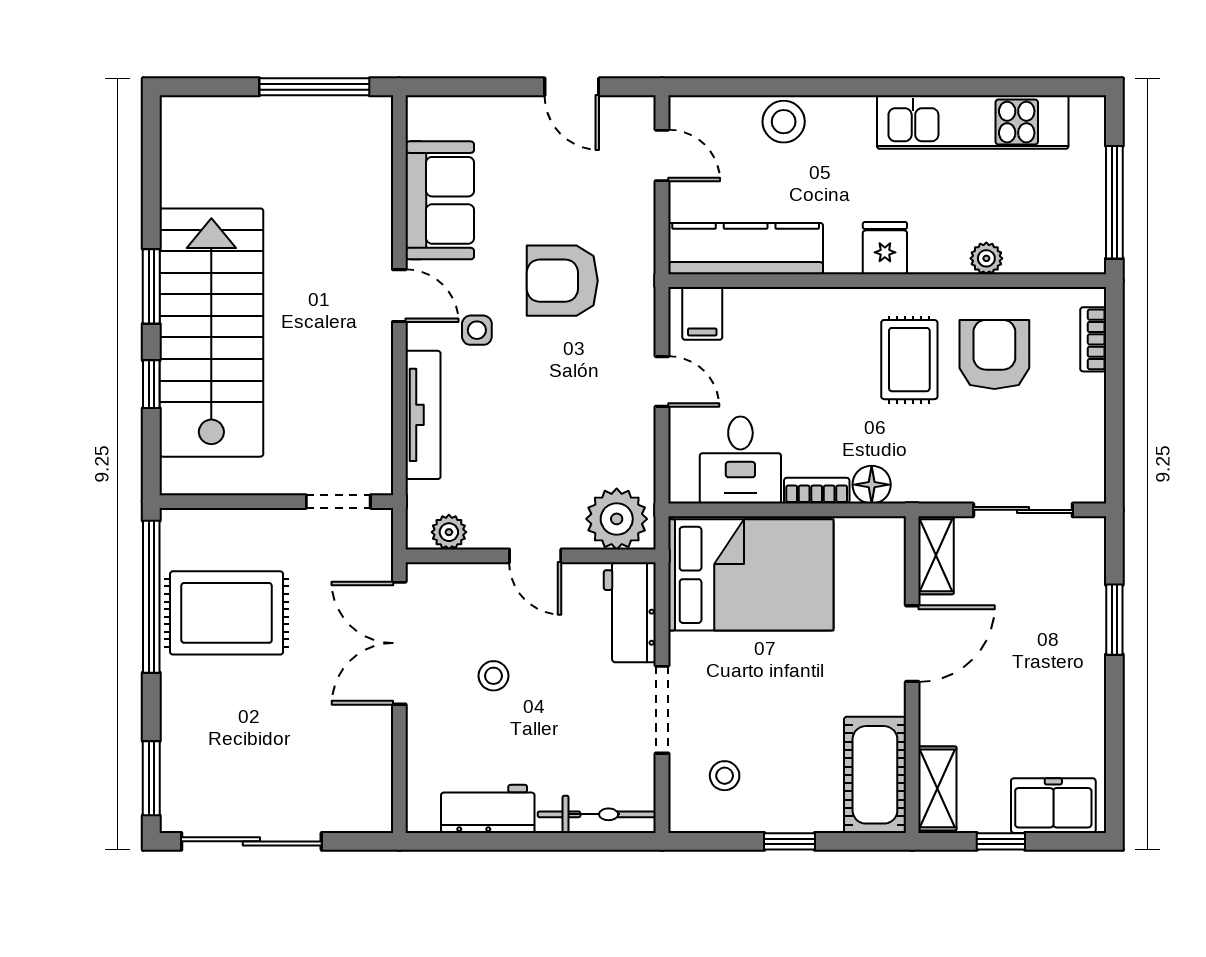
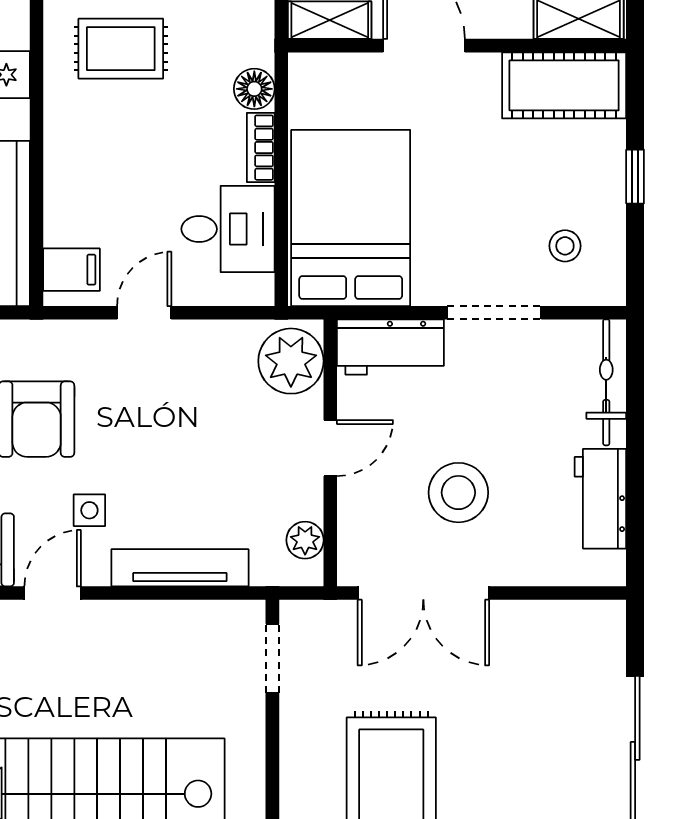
stool: (493, 676) -> (458, 493), width x1.89, depth x1.89

